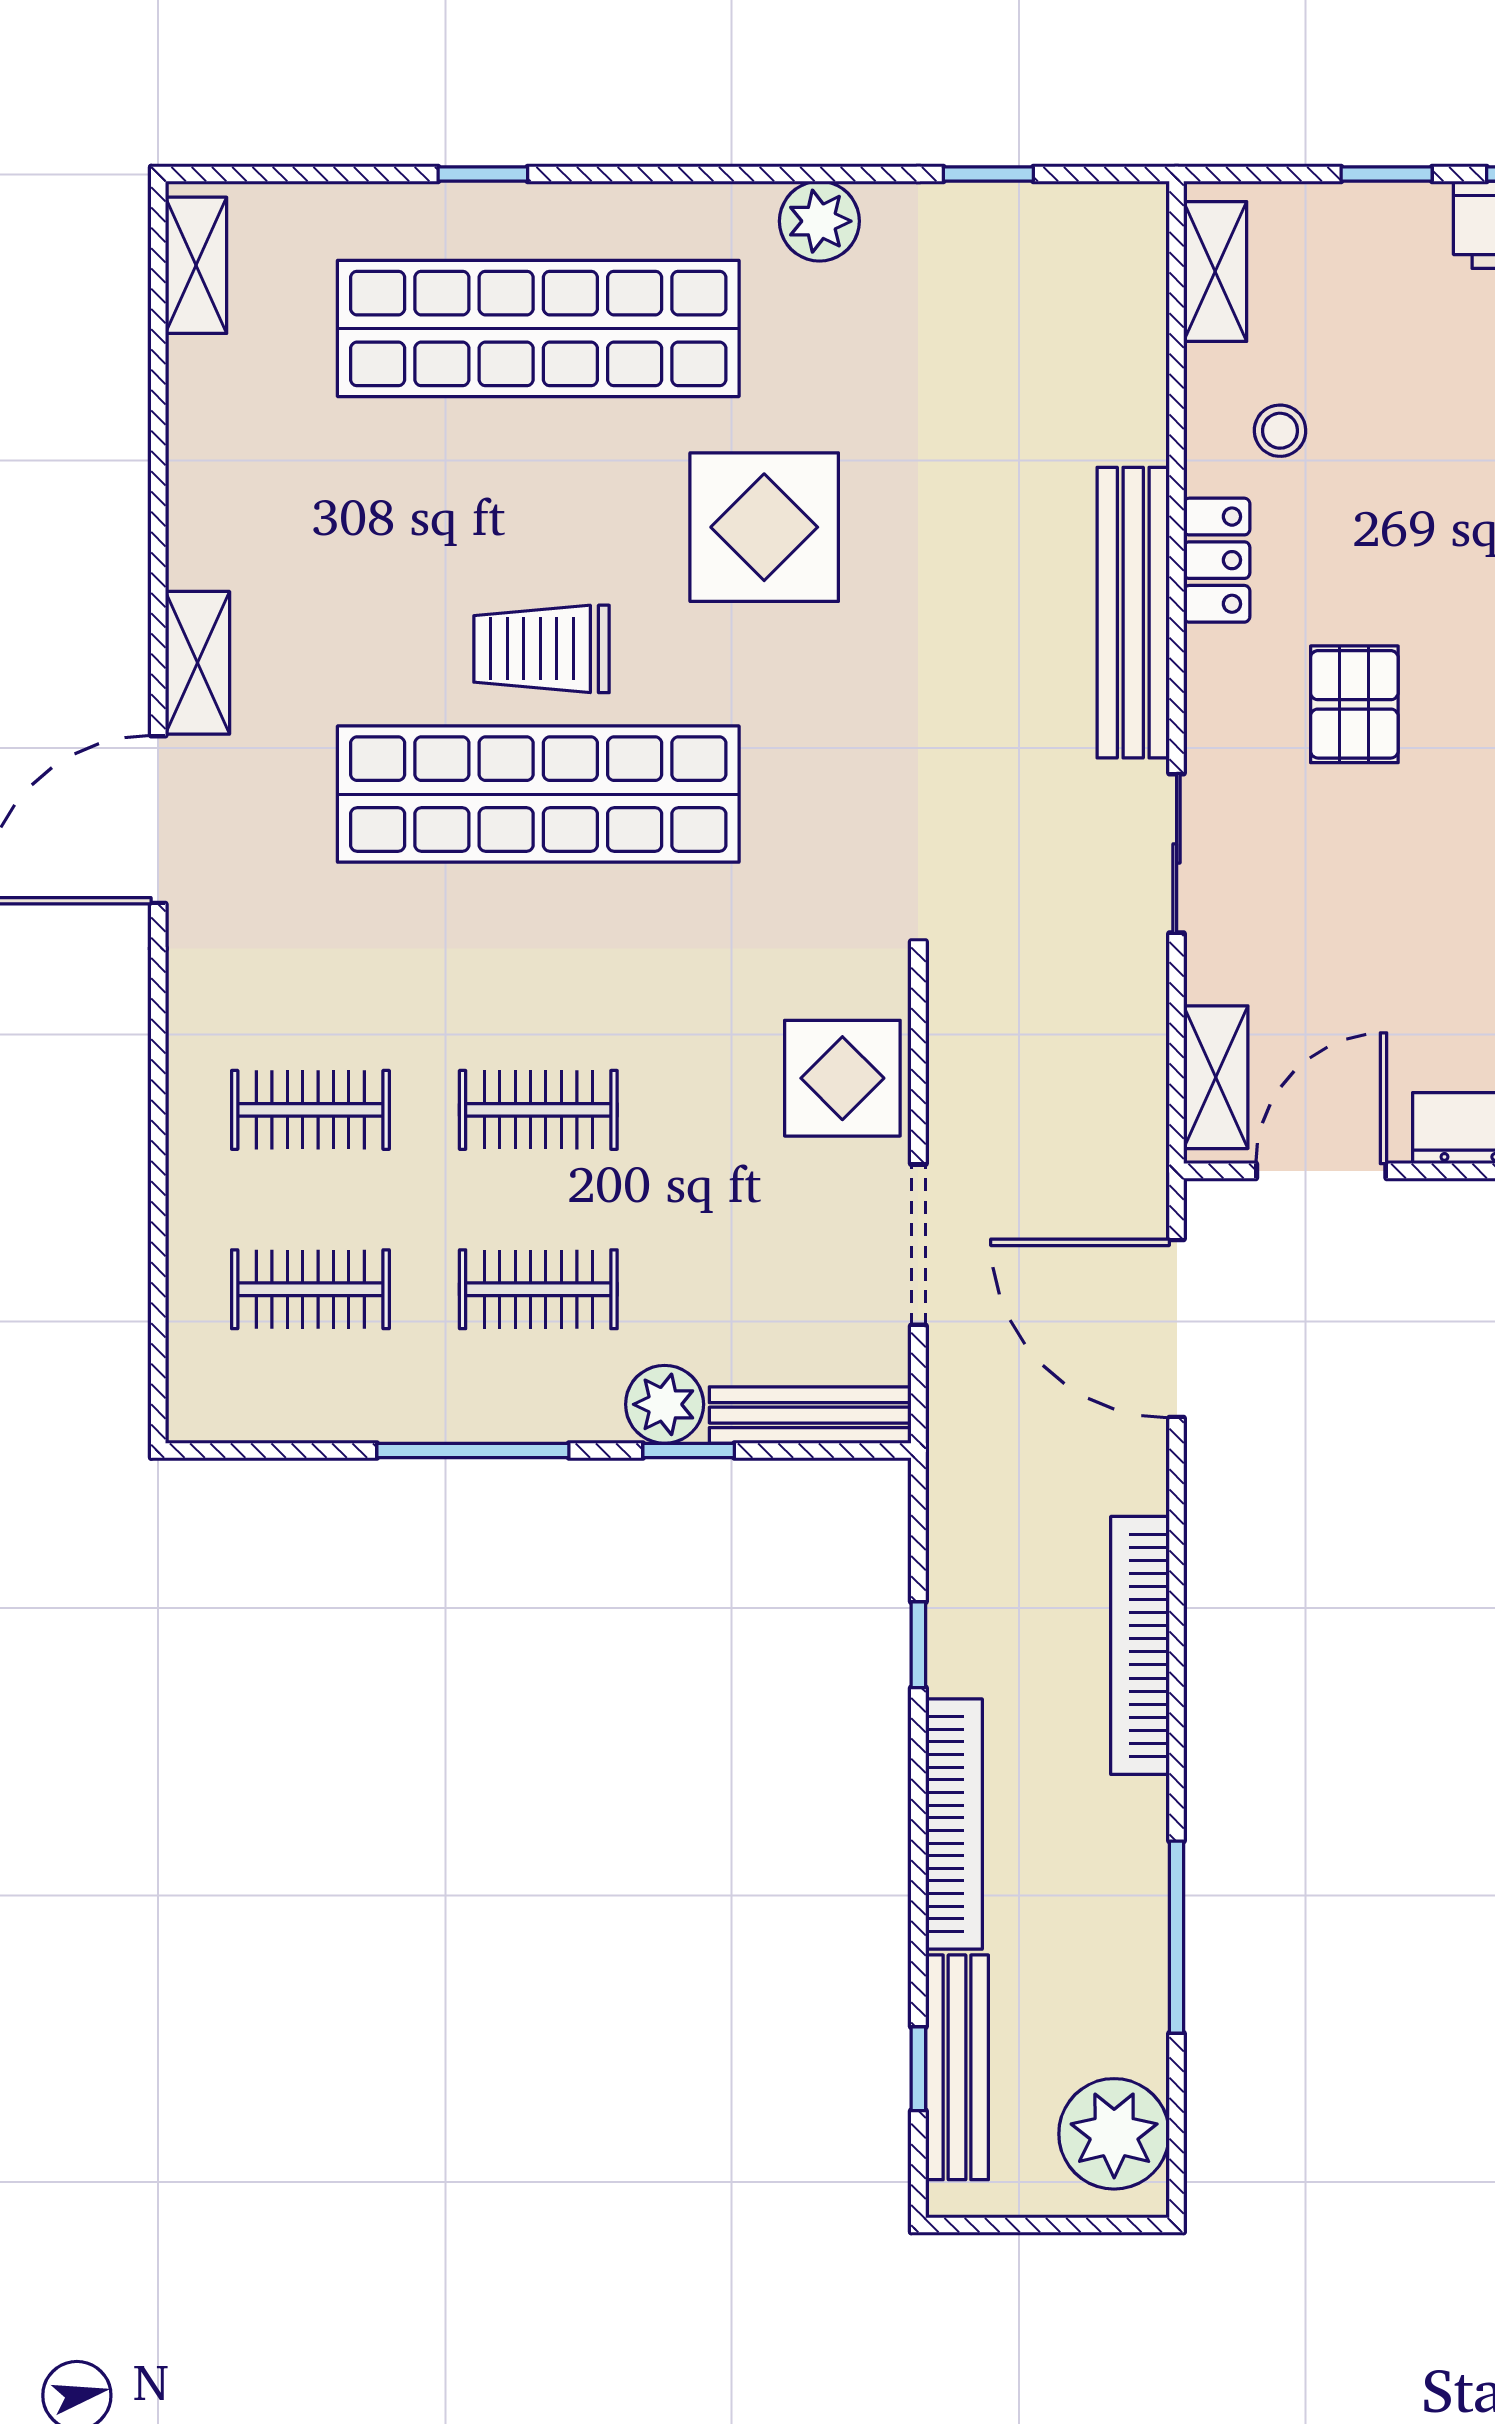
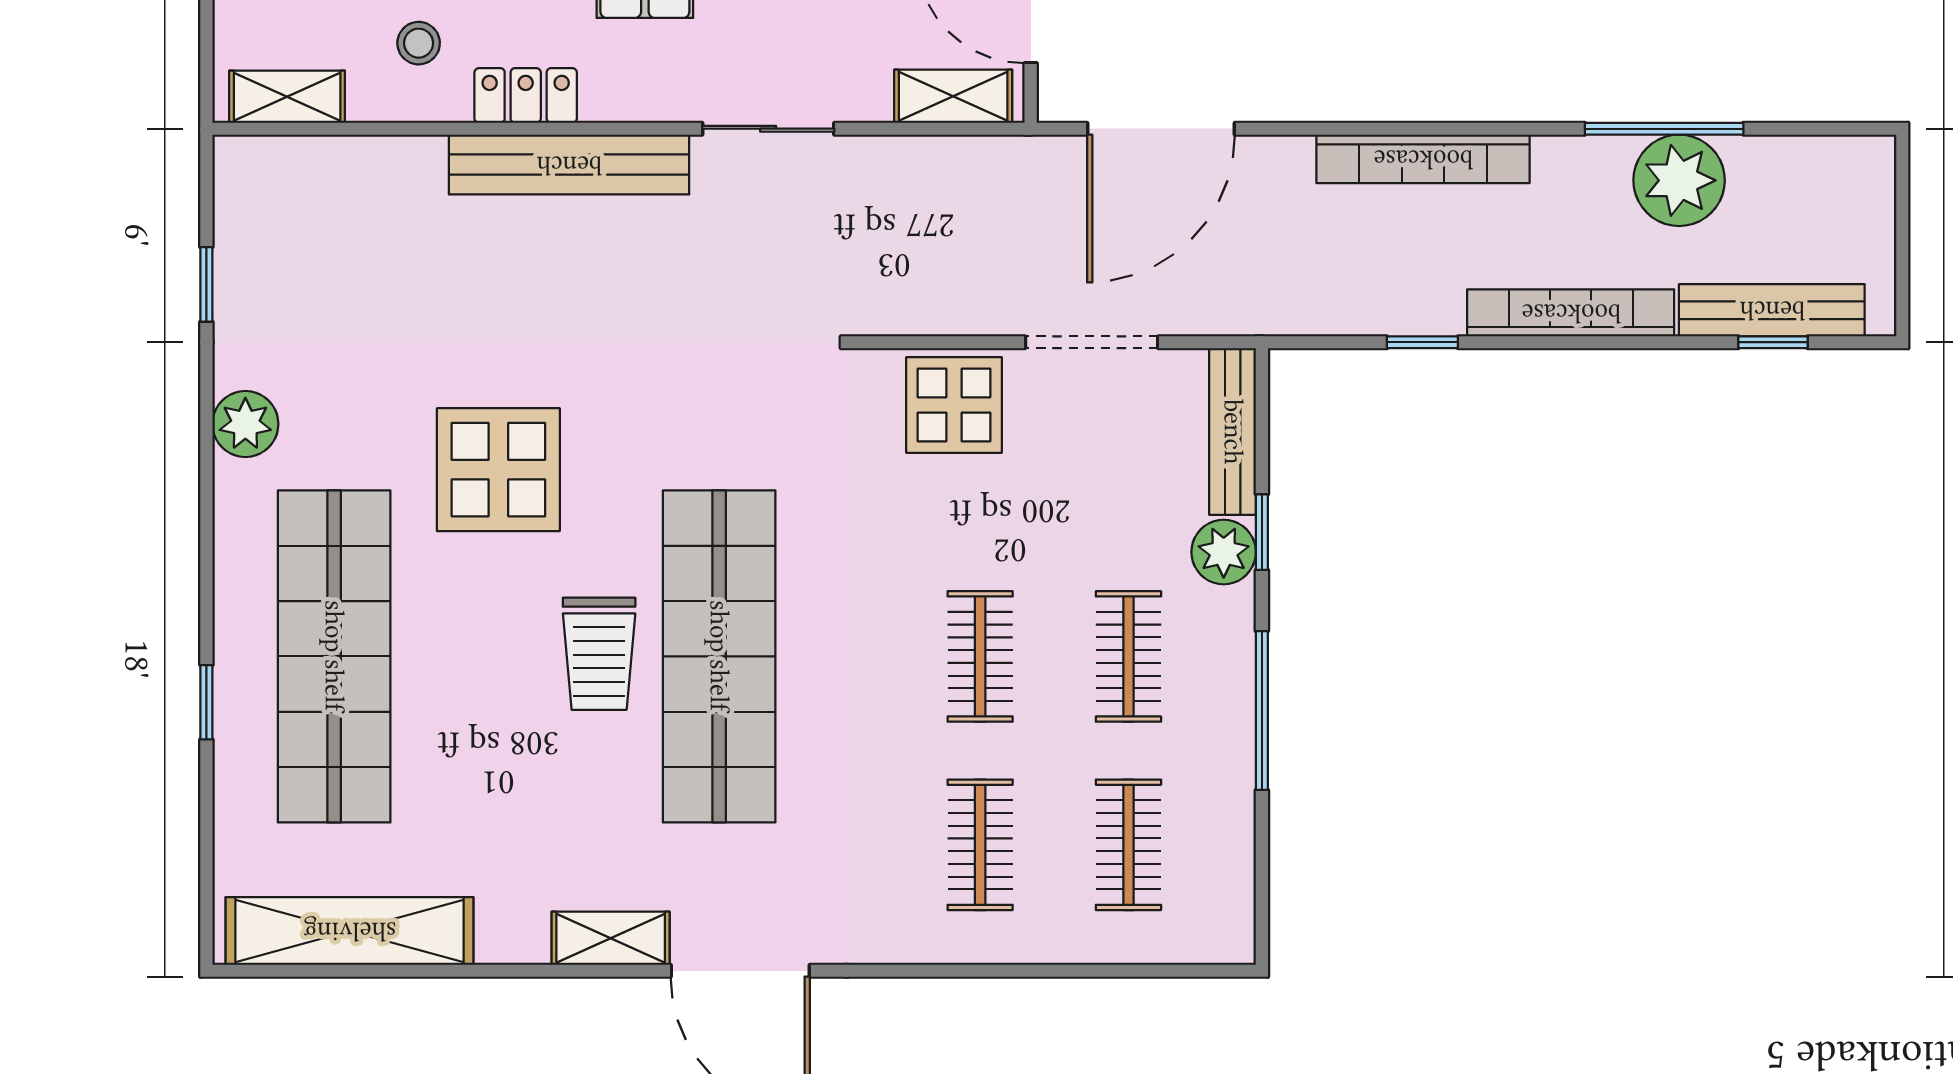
shelving: (196, 265) -> (350, 931), width x2.20, depth x1.33
plant: (1114, 2134) -> (1679, 180), moved

